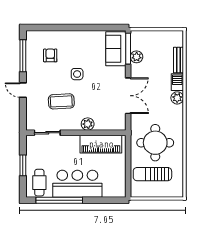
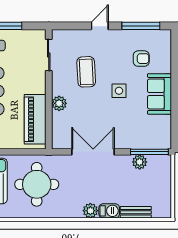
sofa: (116, 49) -> (159, 94), moved, turned -90
double door: (128, 96) -> (93, 152), swing flipped

